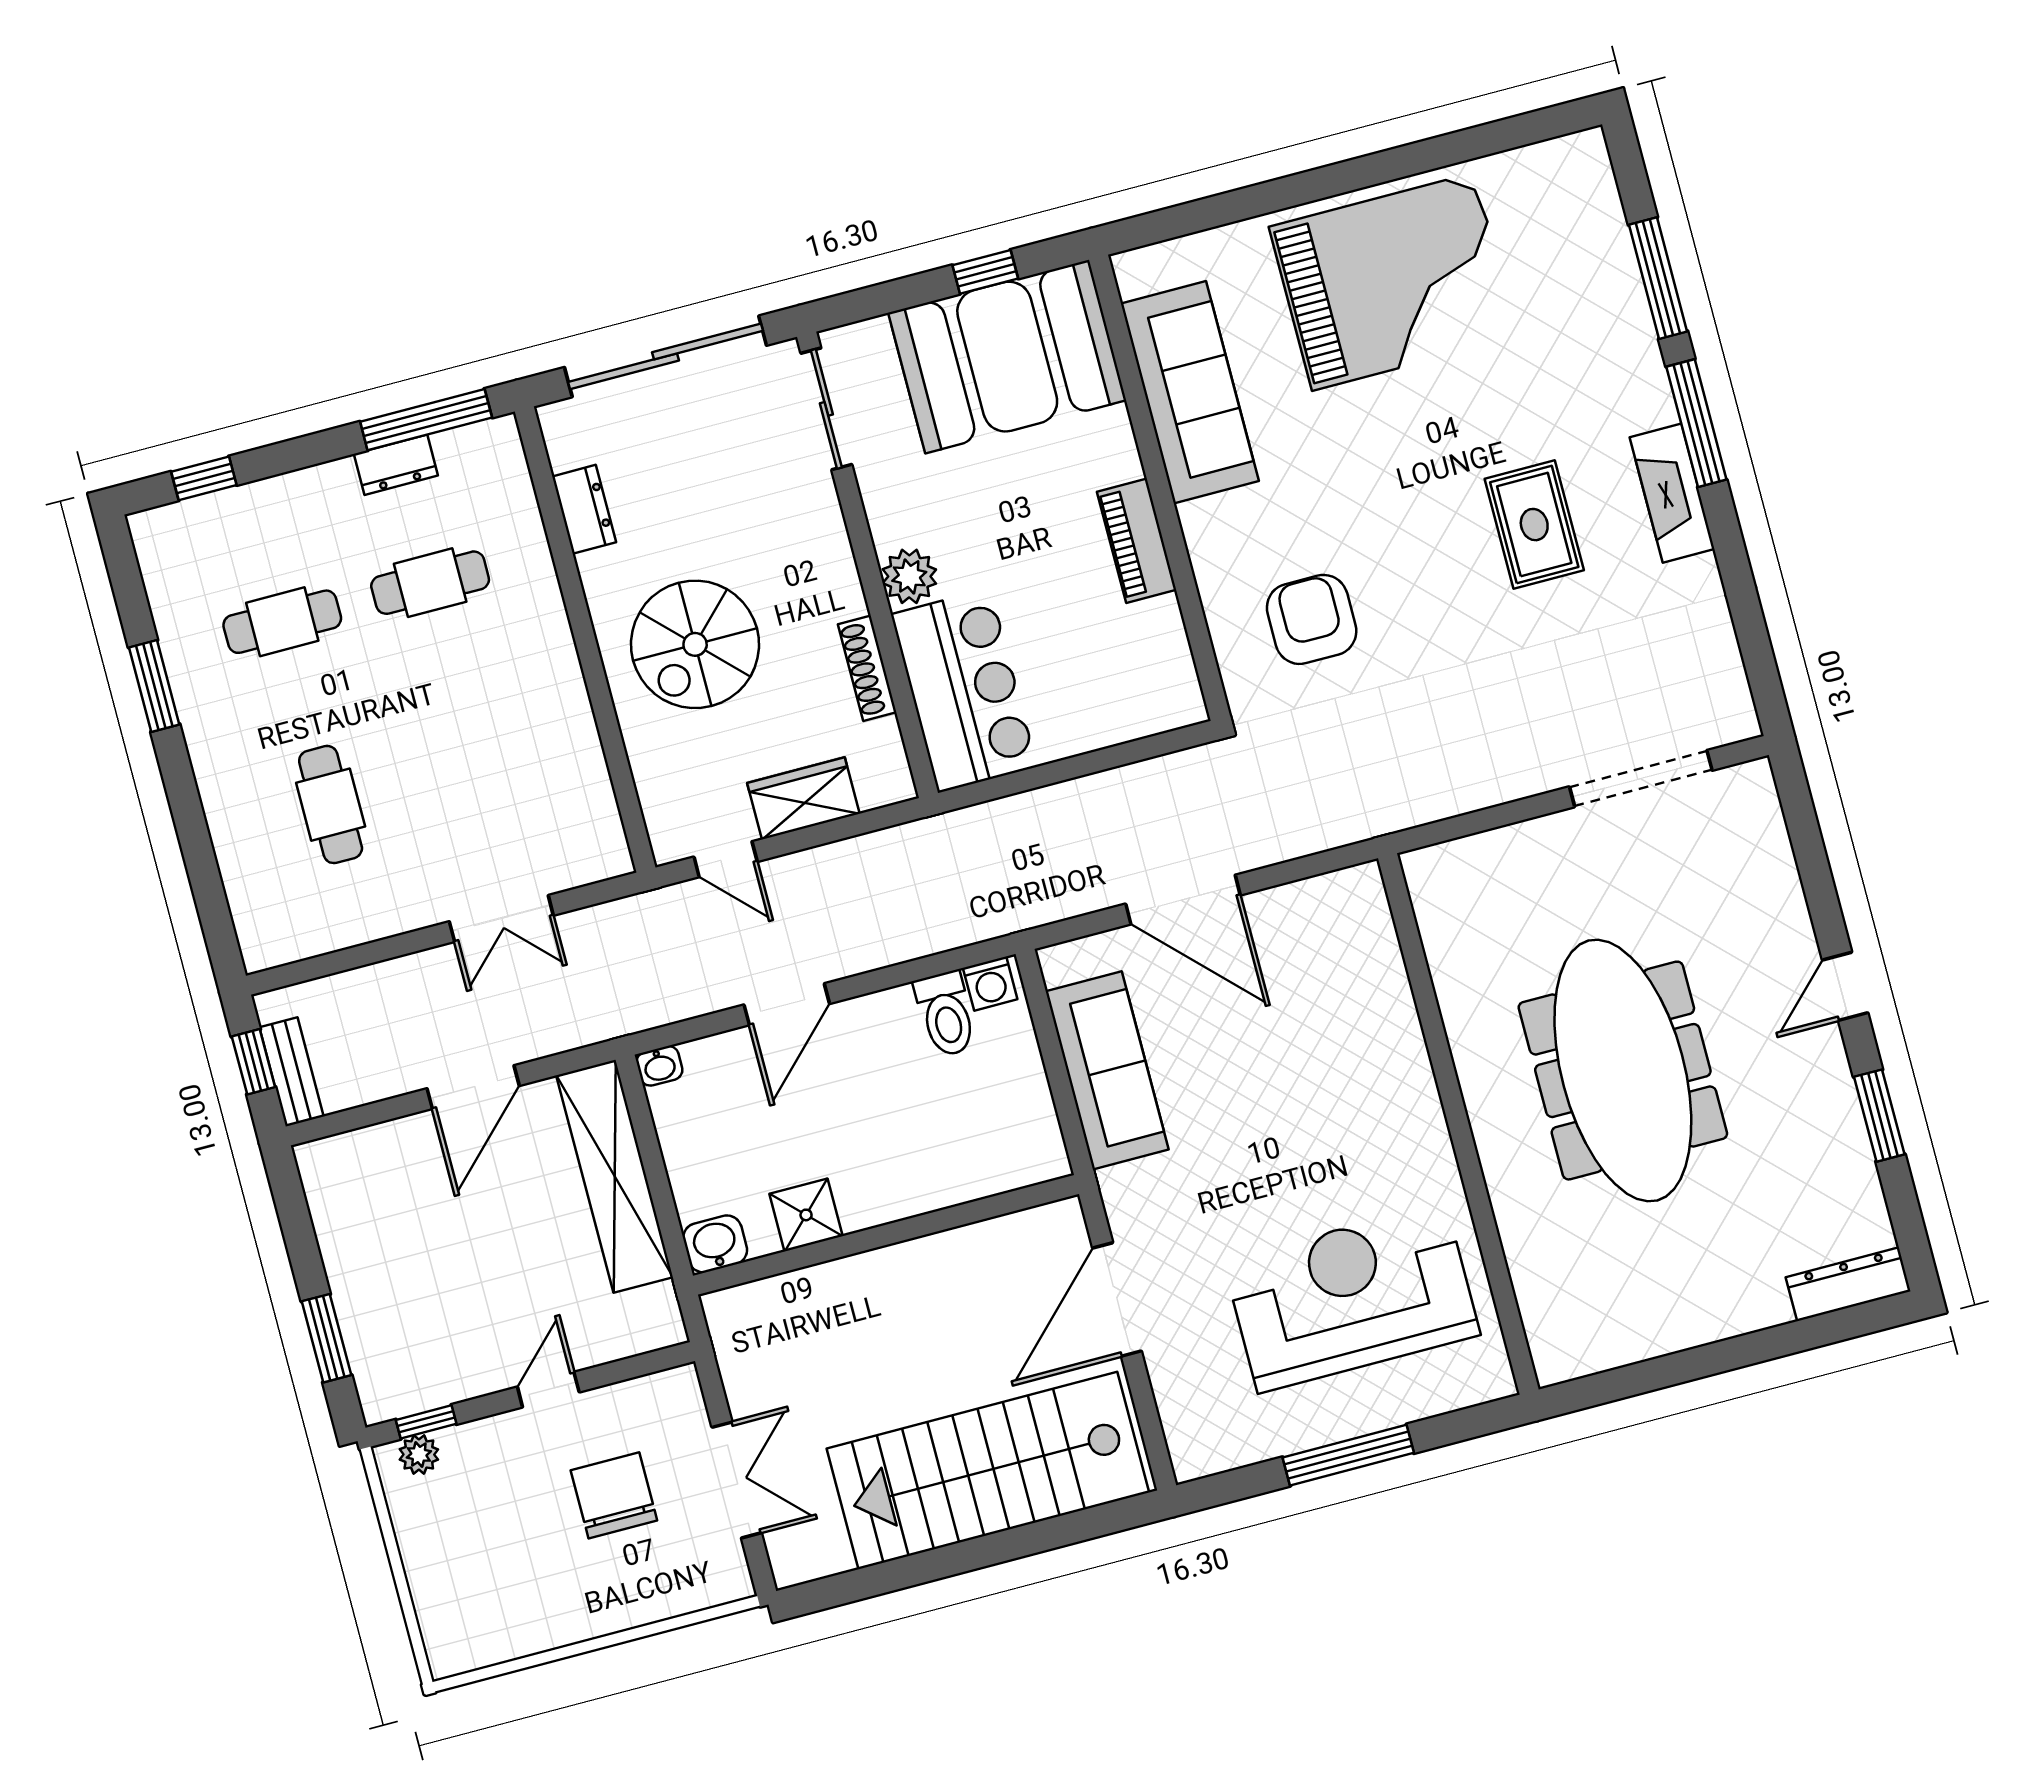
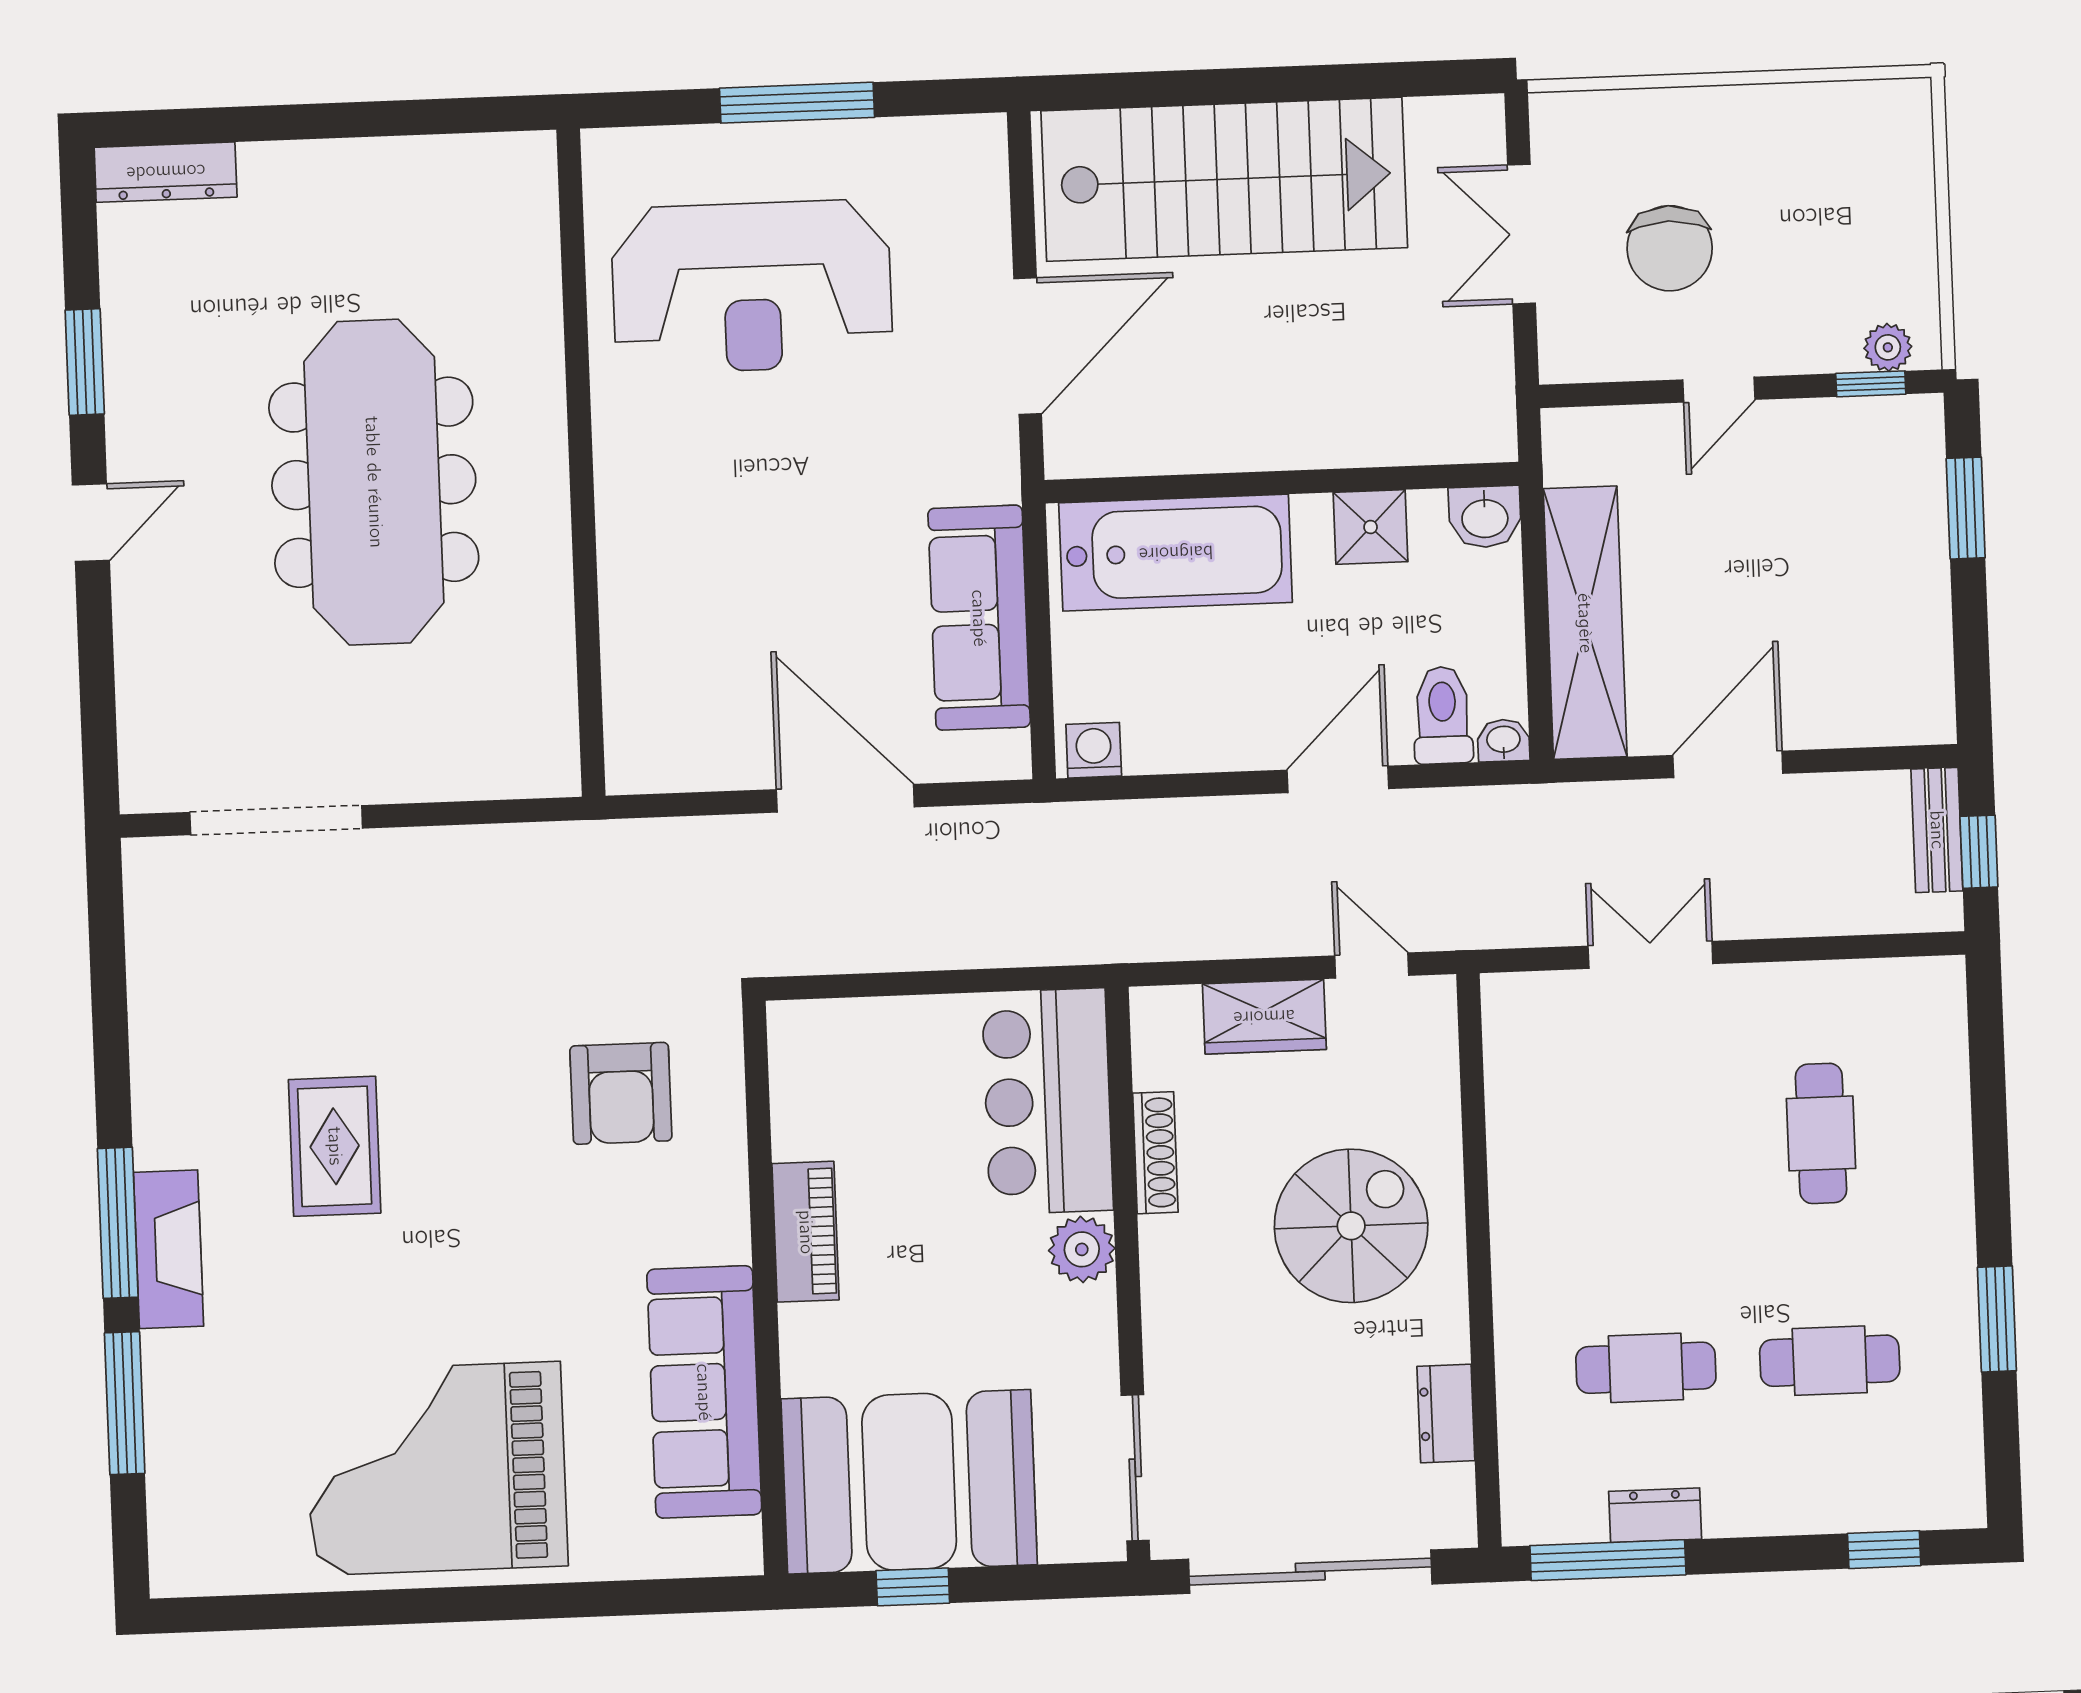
fireplace: (1672, 493) -> (169, 1249), moved
toilet: (946, 1014) -> (1443, 715), moved
bathtub: (960, 1159) -> (1176, 553), added

